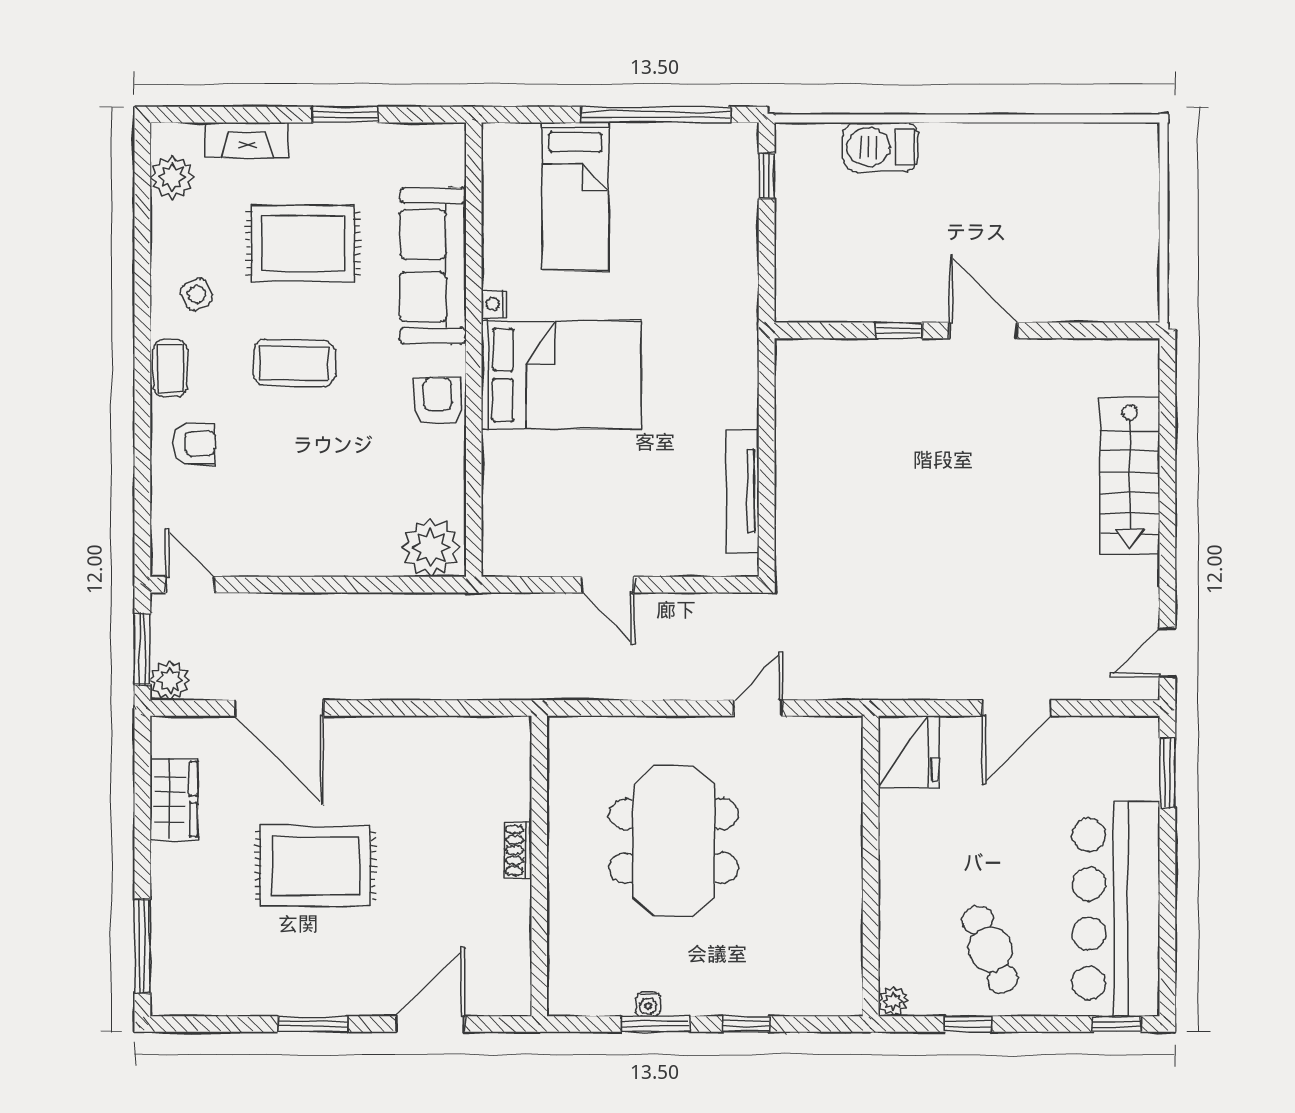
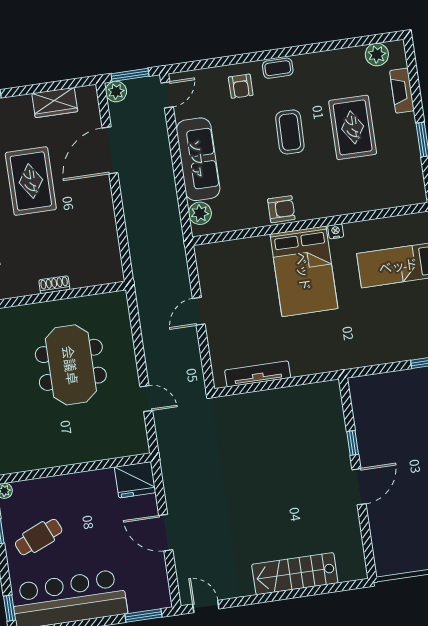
sofa: (433, 266) -> (198, 159), moved, turned 90
side table: (197, 294) -> (318, 76), removed
plant: (431, 548) -> (200, 213), width x0.73, depth x0.73
meeting table: (674, 841) -> (71, 365), turned 90

